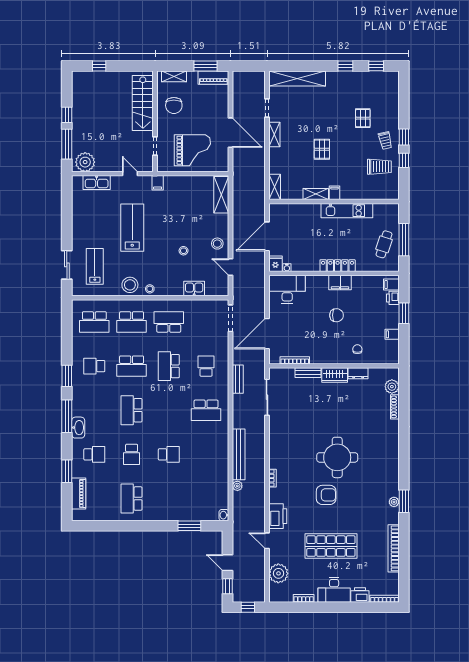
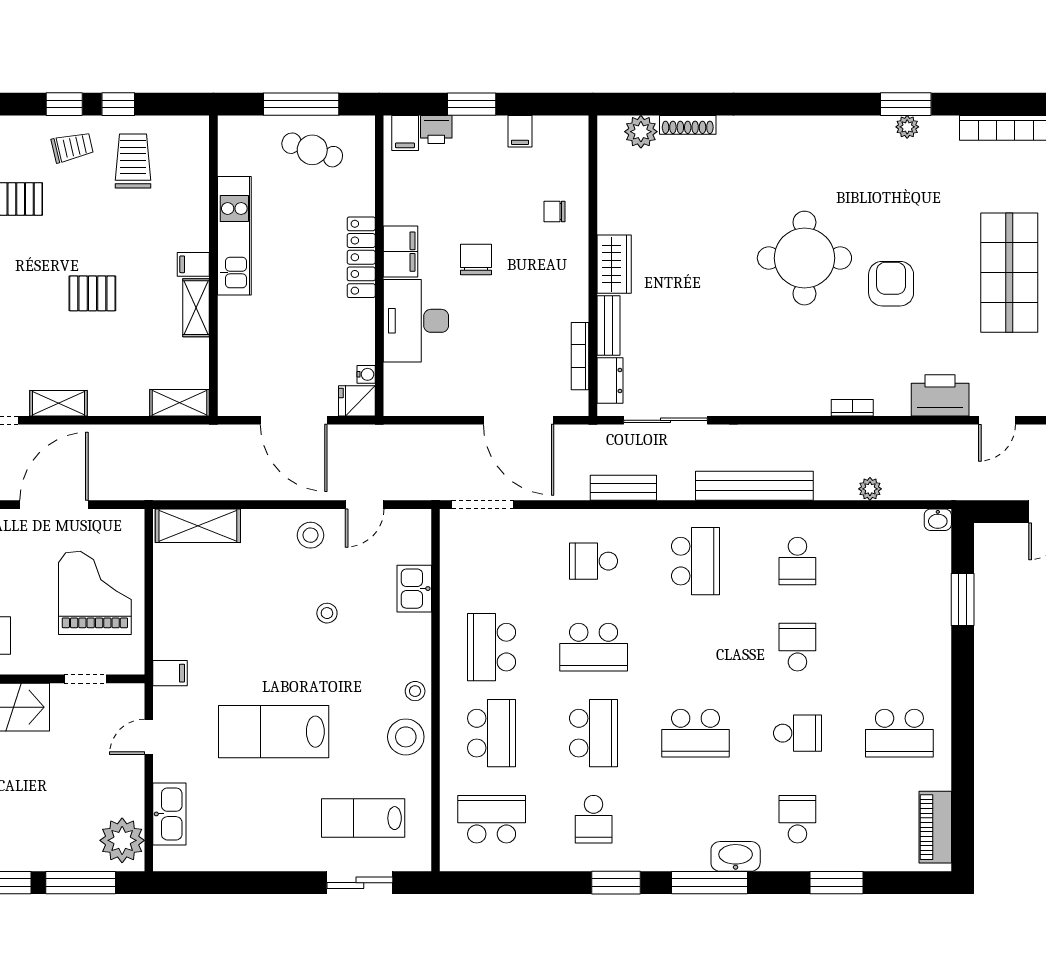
desk: (287, 289) -> (416, 321), moved
school desk: (94, 322) -> (492, 819), turned -90
dresser: (358, 373) -> (610, 381), moved
school desk: (206, 454) -> (797, 561), added
bench: (239, 454) -> (754, 486), moved
piano: (79, 494) -> (935, 827), moved, turned -90

